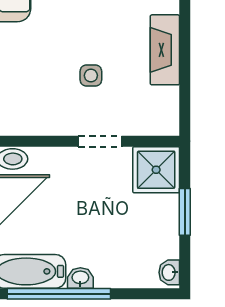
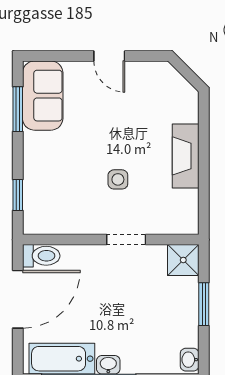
shower: (156, 170) -> (183, 260), width x0.73, depth x0.73

